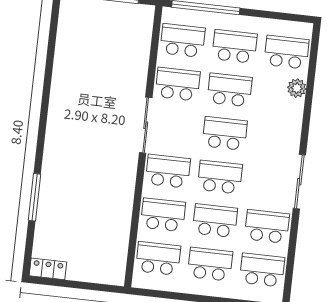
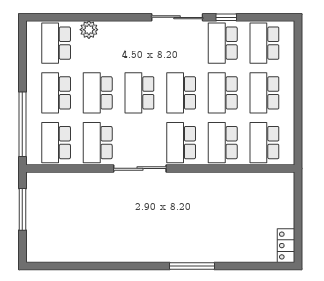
window: (34, 197) -> (192, 266), moved
window: (294, 233) -> (226, 17), added

